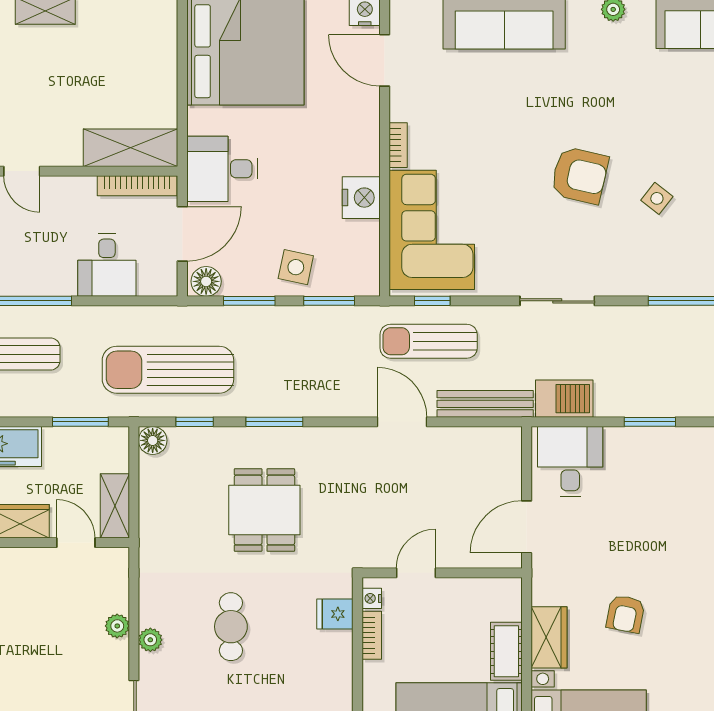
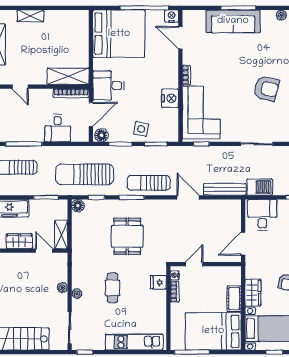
sun lounger: (429, 341) -> (149, 183), moved

